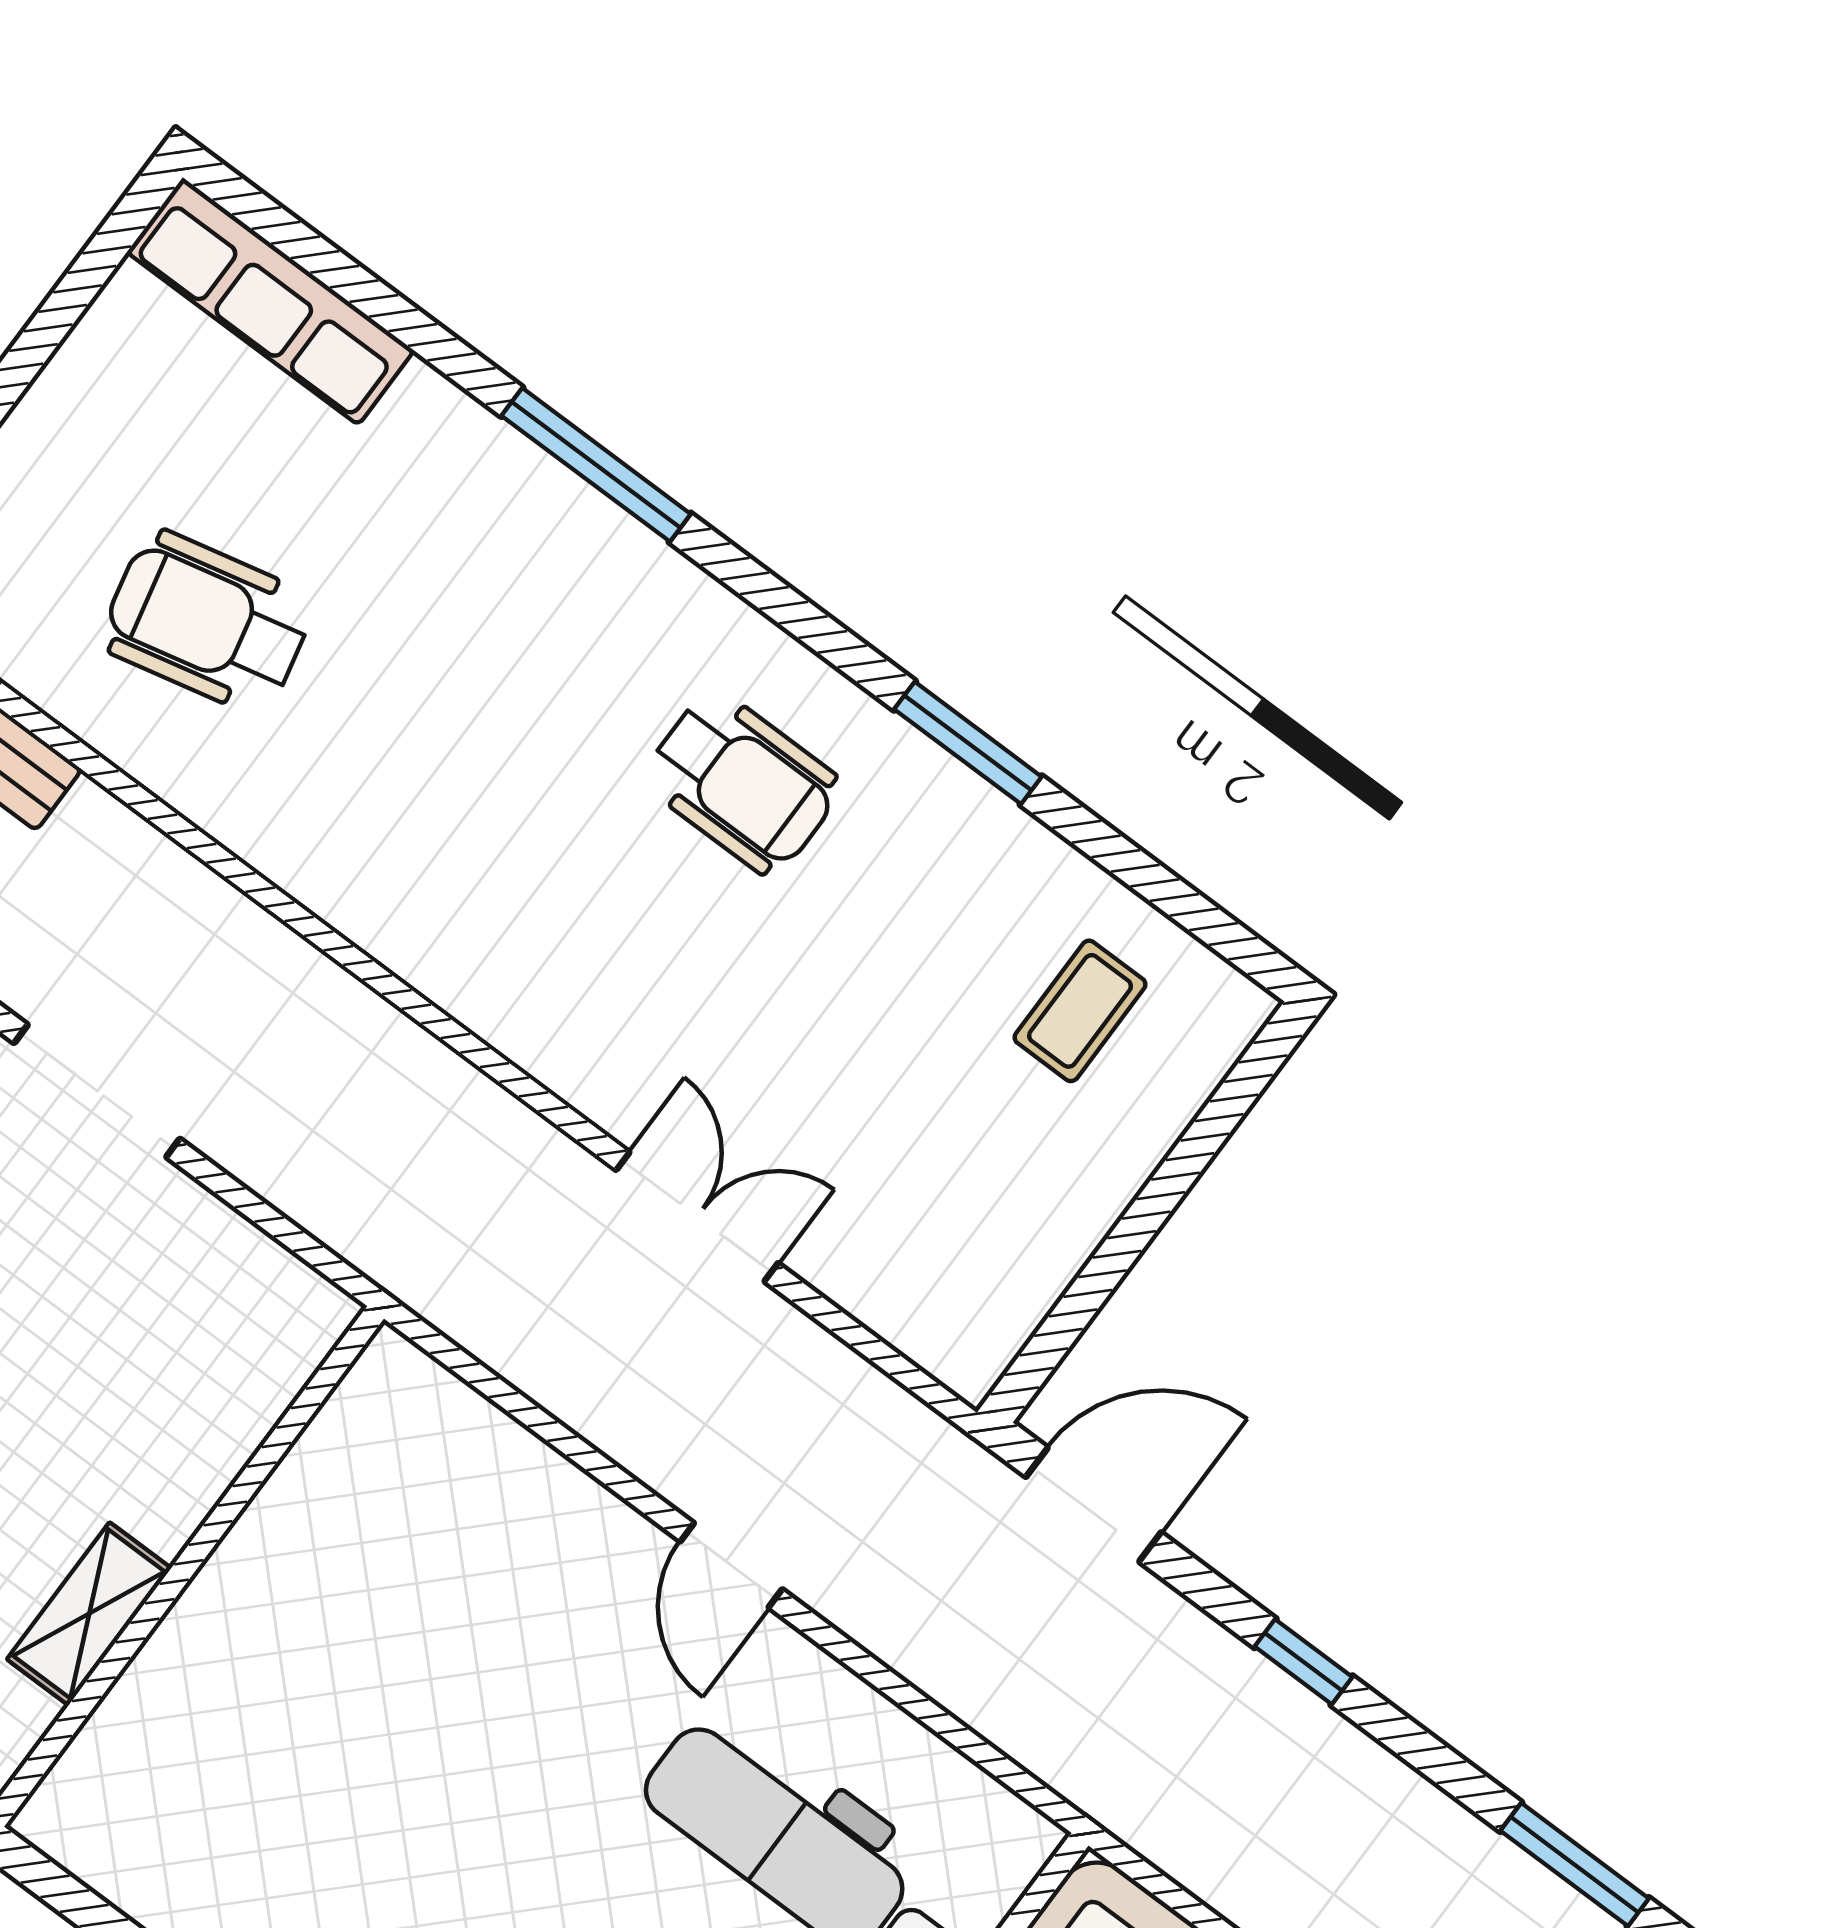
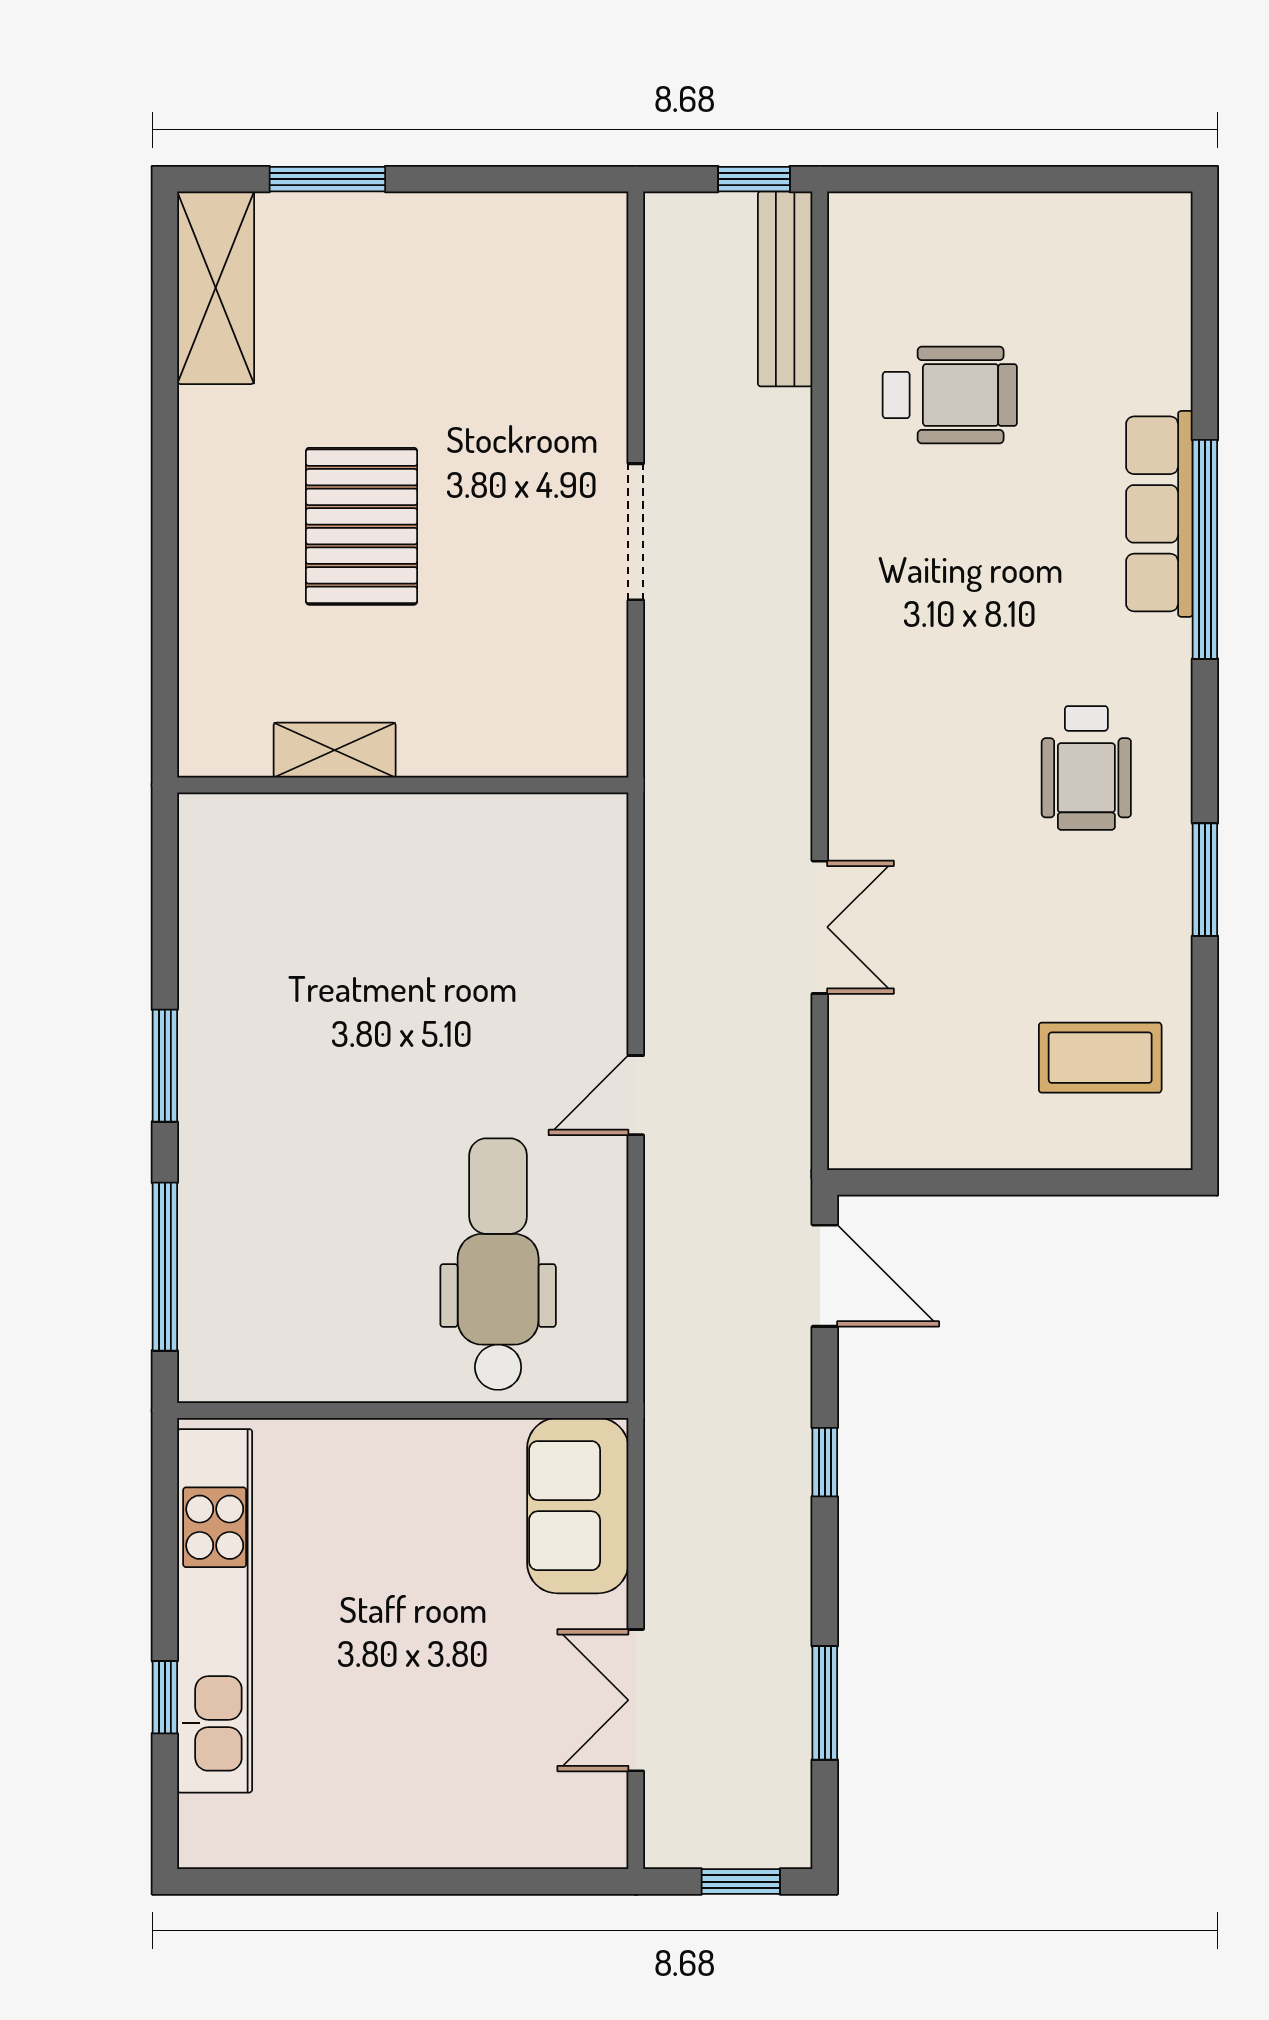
row of seats: (270, 301) -> (1159, 514), moved
window: (596, 465) -> (1205, 549), width x1.46
wheelchair: (207, 622) -> (950, 395), turned 103
coffee table: (1080, 1011) -> (1100, 1058), width x1.36, depth x1.30

